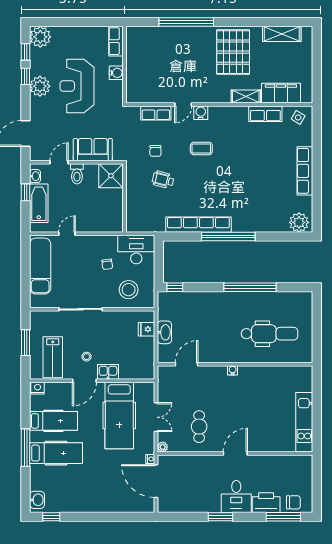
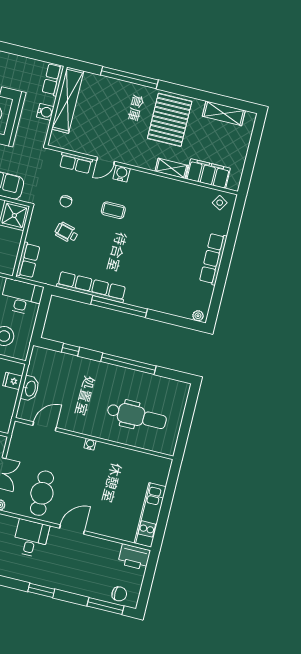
shelving: (134, 57) -> (68, 100), added
row of seats: (265, 114) -> (28, 260), moved, turned -90
plant: (299, 222) -> (198, 316), width x0.53, depth x0.53
window: (175, 287) -> (70, 350), moved
cafe table: (199, 427) -> (42, 493), width x1.37, depth x1.35
desk: (236, 496) -> (31, 538), moved, turned 180
printer: (266, 503) -> (134, 557), moved, turned 180

